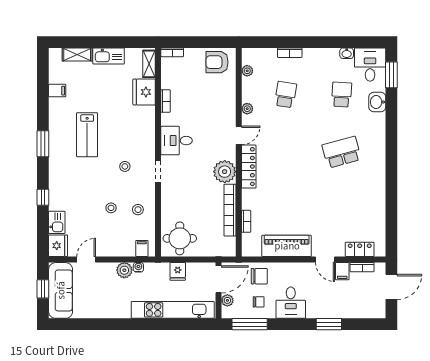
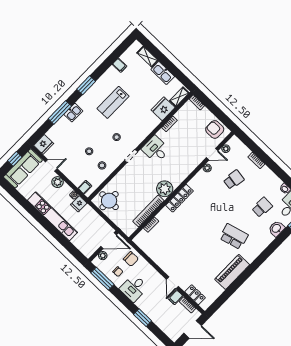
door: (239, 135) -> (212, 154), moved
window: (43, 197) -> (60, 112), width x2.17
kitchen sink: (57, 222) -> (73, 113), moved
piano: (287, 246) -> (232, 272), moved, turned -90
plant: (124, 270) -> (58, 182), moved
fridge: (178, 271) -> (79, 204), moved
kitchen unit: (173, 310) -> (53, 216), moved

